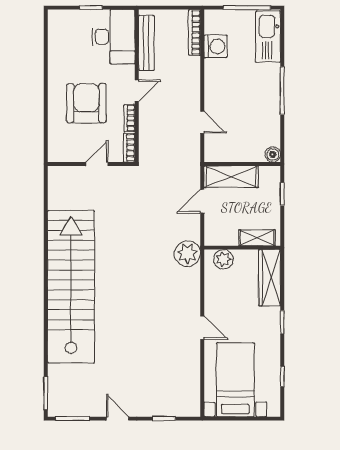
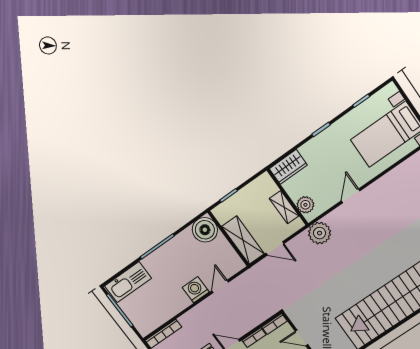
washing machine: (215, 46) -> (196, 290), moved
boiler: (273, 154) -> (205, 230), width x1.86, depth x1.86
shelving: (257, 238) -> (284, 207), moved
wardrobe: (270, 278) -> (288, 167), width x0.67
door: (202, 328) -> (351, 196), moved

